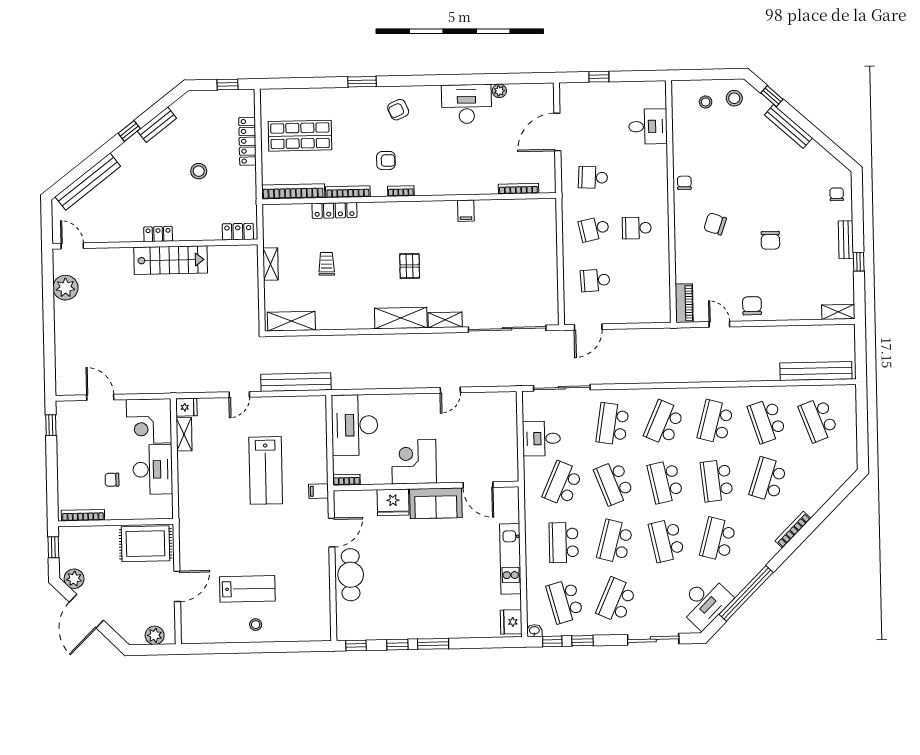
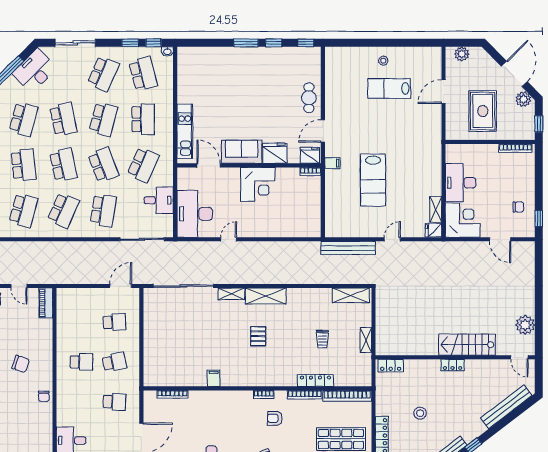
stairs: (171, 260) -> (467, 345), moved
desk: (355, 425) -> (195, 214), moved, turned 180
lab bench: (266, 470) -> (373, 180), turned 180
chair: (112, 480) -> (518, 207), moved
rug: (145, 544) -> (483, 111), moved, turned 90
kitchen unit: (510, 559) -> (185, 131), moved
cafe table: (351, 575) -> (309, 98), width x0.73, depth x0.74
fridge: (511, 622) -> (310, 155), moved, turned -90

